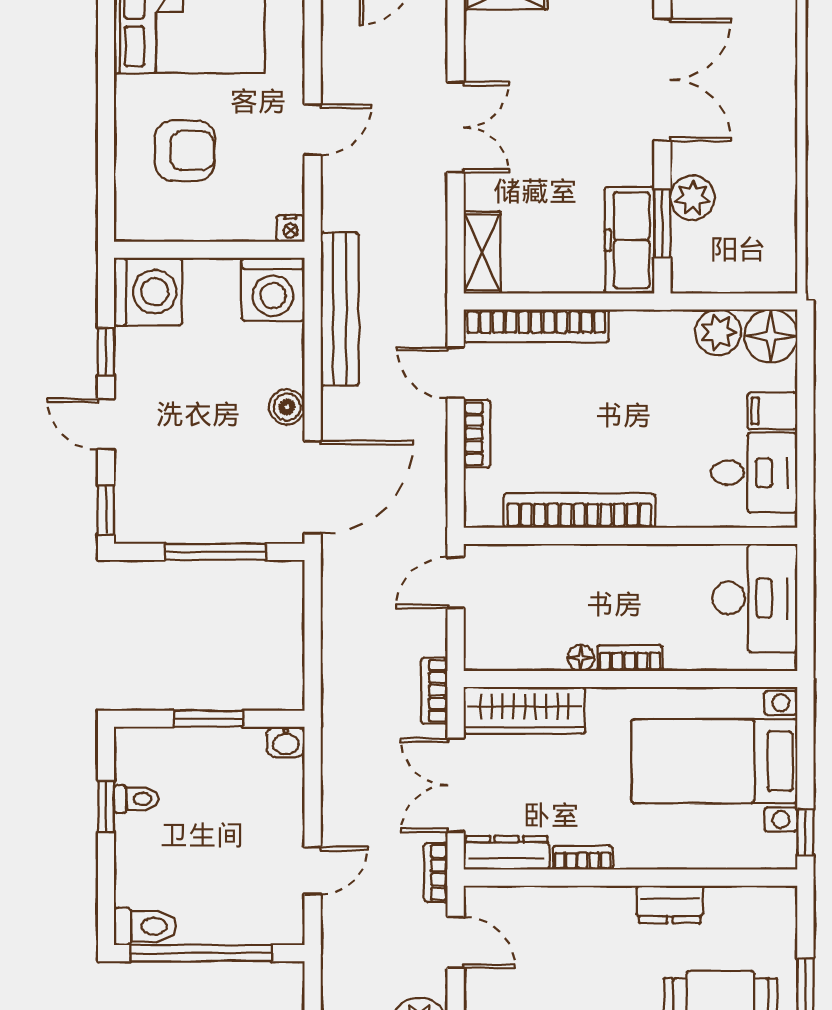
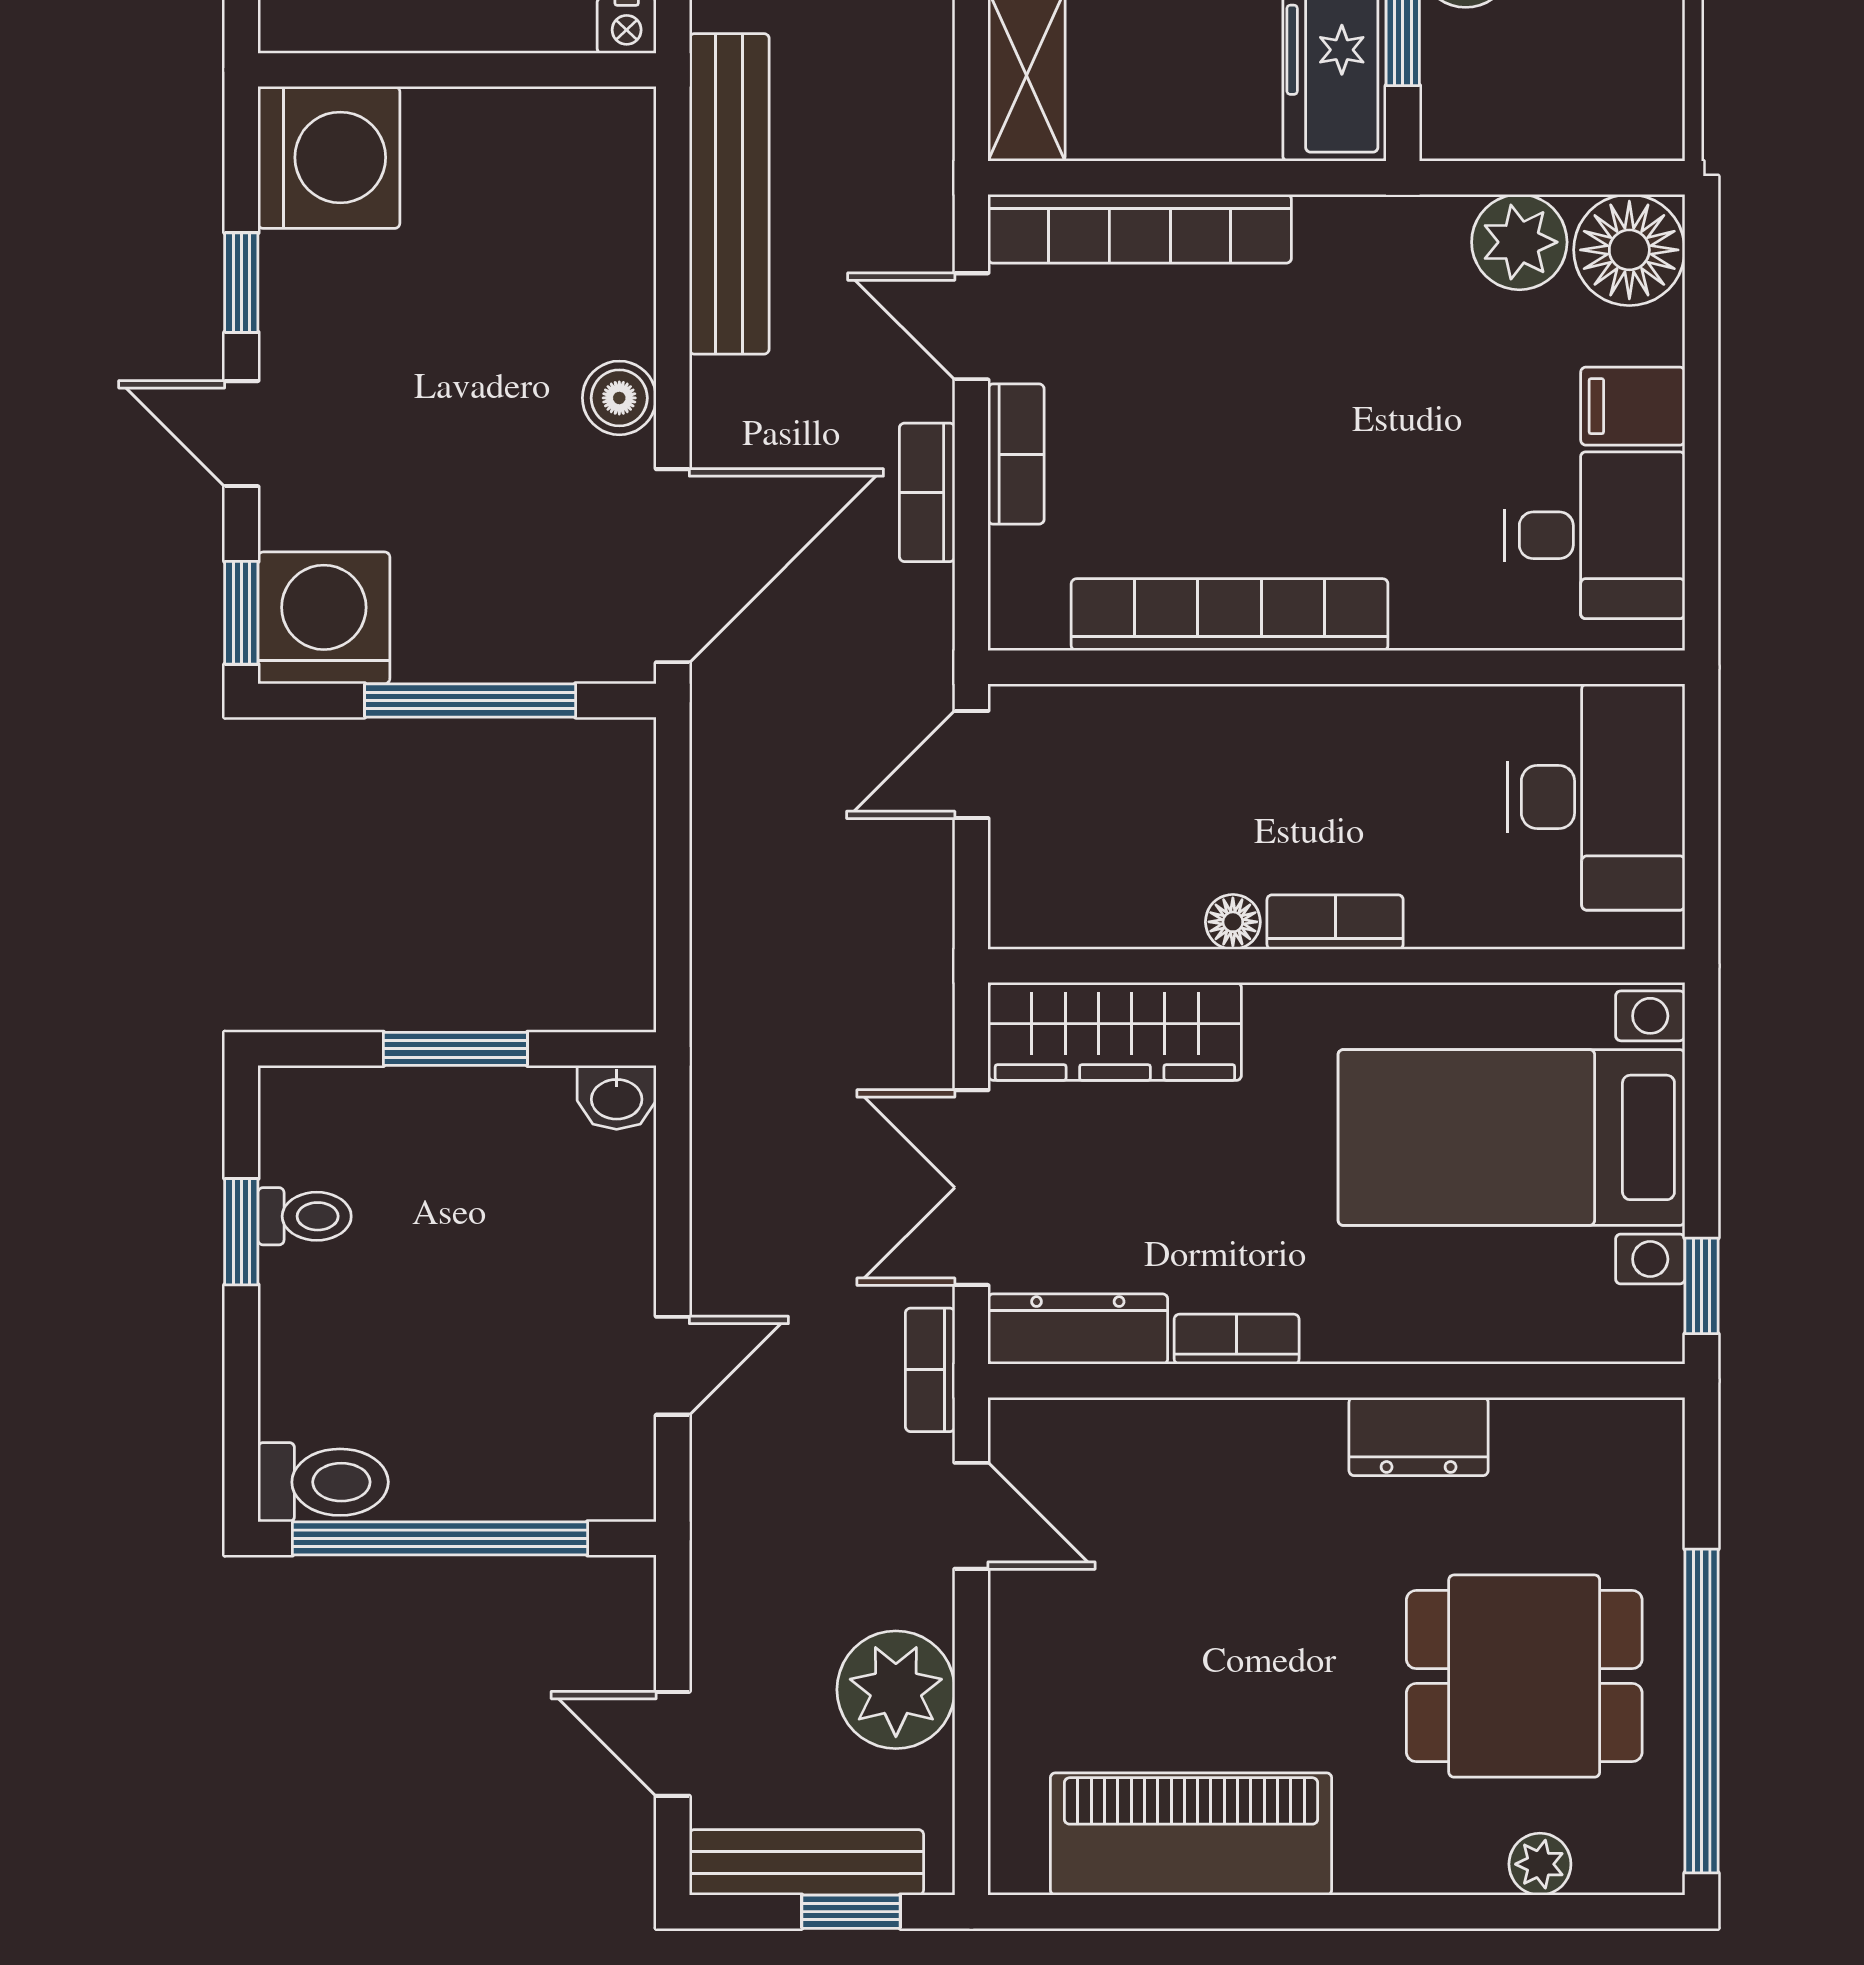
washing machine: (273, 289) -> (324, 618), moved, turned 180
bookcase: (434, 691) -> (927, 492), moved

